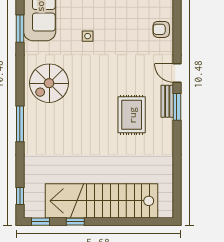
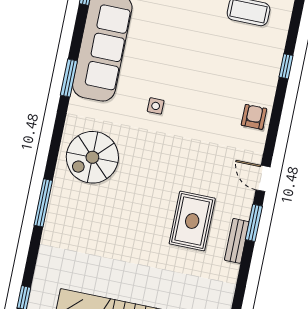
armchair: (161, 29) -> (254, 117), turned 90
bench: (167, 101) -> (237, 241), moved

